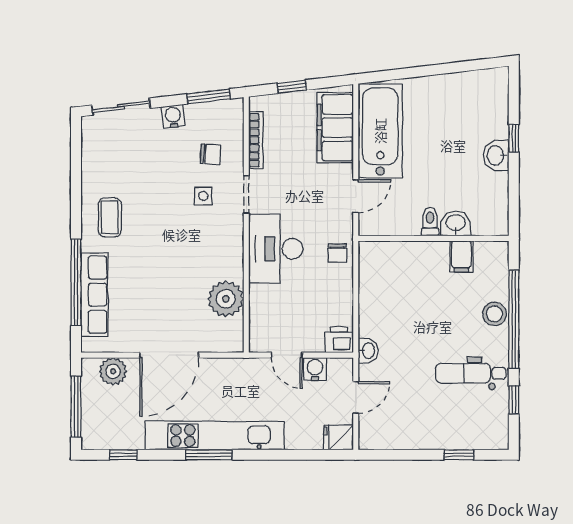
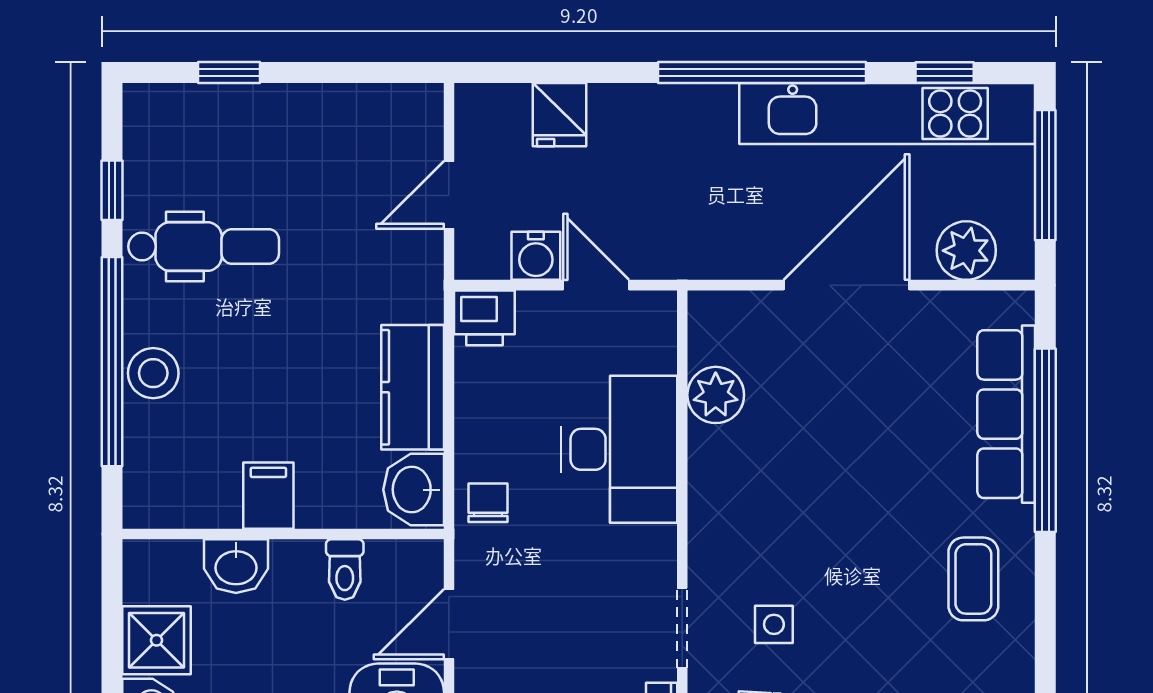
shower: (493, 189) -> (156, 640), added
toilet: (430, 222) -> (345, 570), moved
desk: (276, 249) -> (619, 449), moved
filing cabinet: (461, 256) -> (268, 496), moved
plant: (226, 299) -> (716, 395), width x0.73, depth x0.73
kitchen counter: (373, 307) -> (413, 387), added
washbasin: (368, 351) -> (414, 490), moved, width x1.38, depth x1.45
kitchen unit: (215, 436) -> (887, 113), moved
fridge: (338, 437) -> (560, 115), moved, turned 90
window: (209, 455) -> (762, 73), width x2.11

